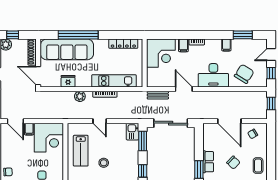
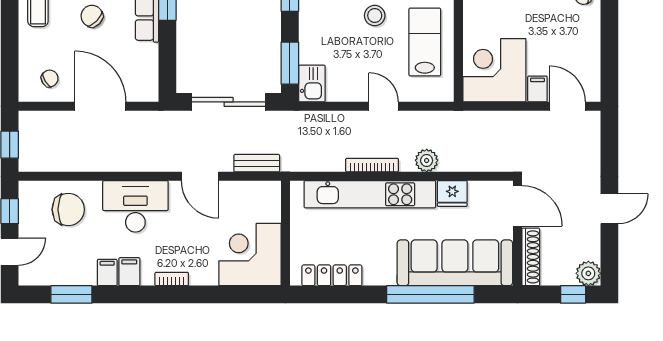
filing cabinet: (183, 45) -> (129, 272), moved
chair: (244, 74) -> (68, 209), turned -122
kitchen unit: (114, 81) -> (370, 194), width x1.36

